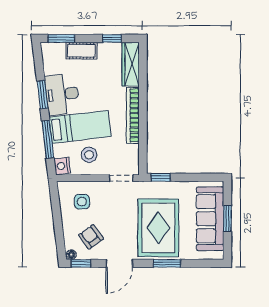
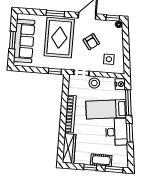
window: (112, 38) -> (90, 167), moved
stool: (89, 155) -> (94, 83), moved
armchair: (91, 237) -> (91, 42), moved

